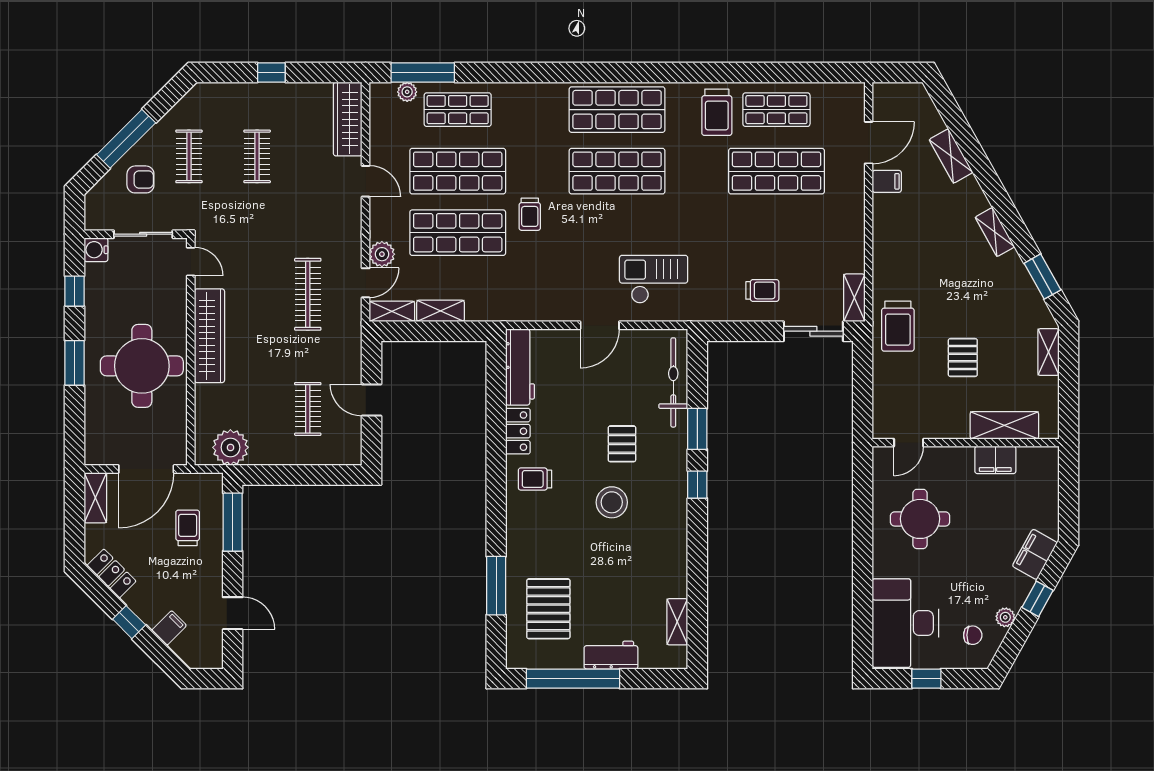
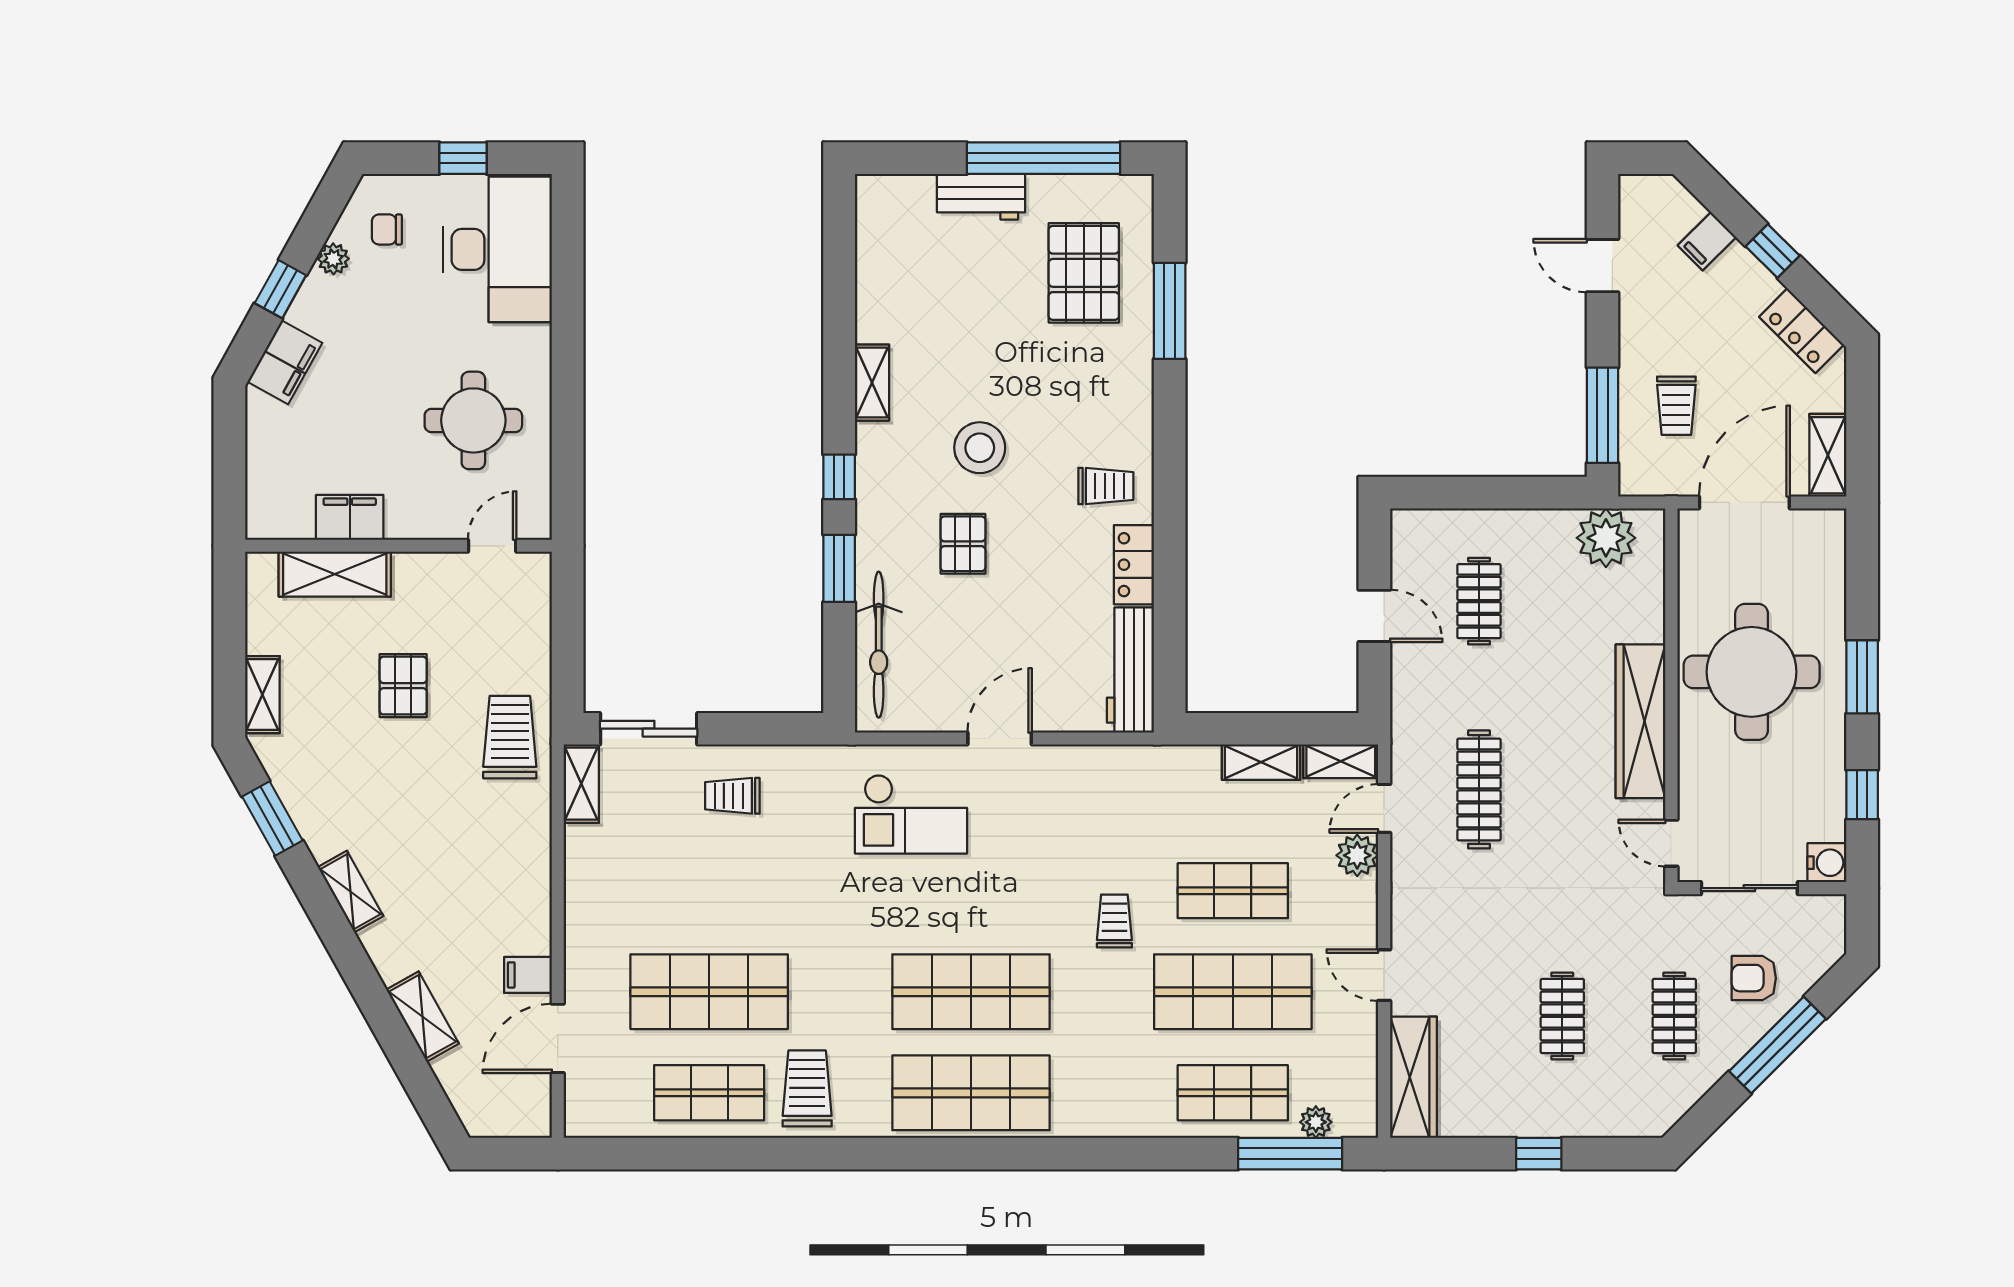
shop shelf: (458, 233) -> (1233, 891), width x0.70, depth x0.74
shelving: (677, 622) -> (872, 383), moved

